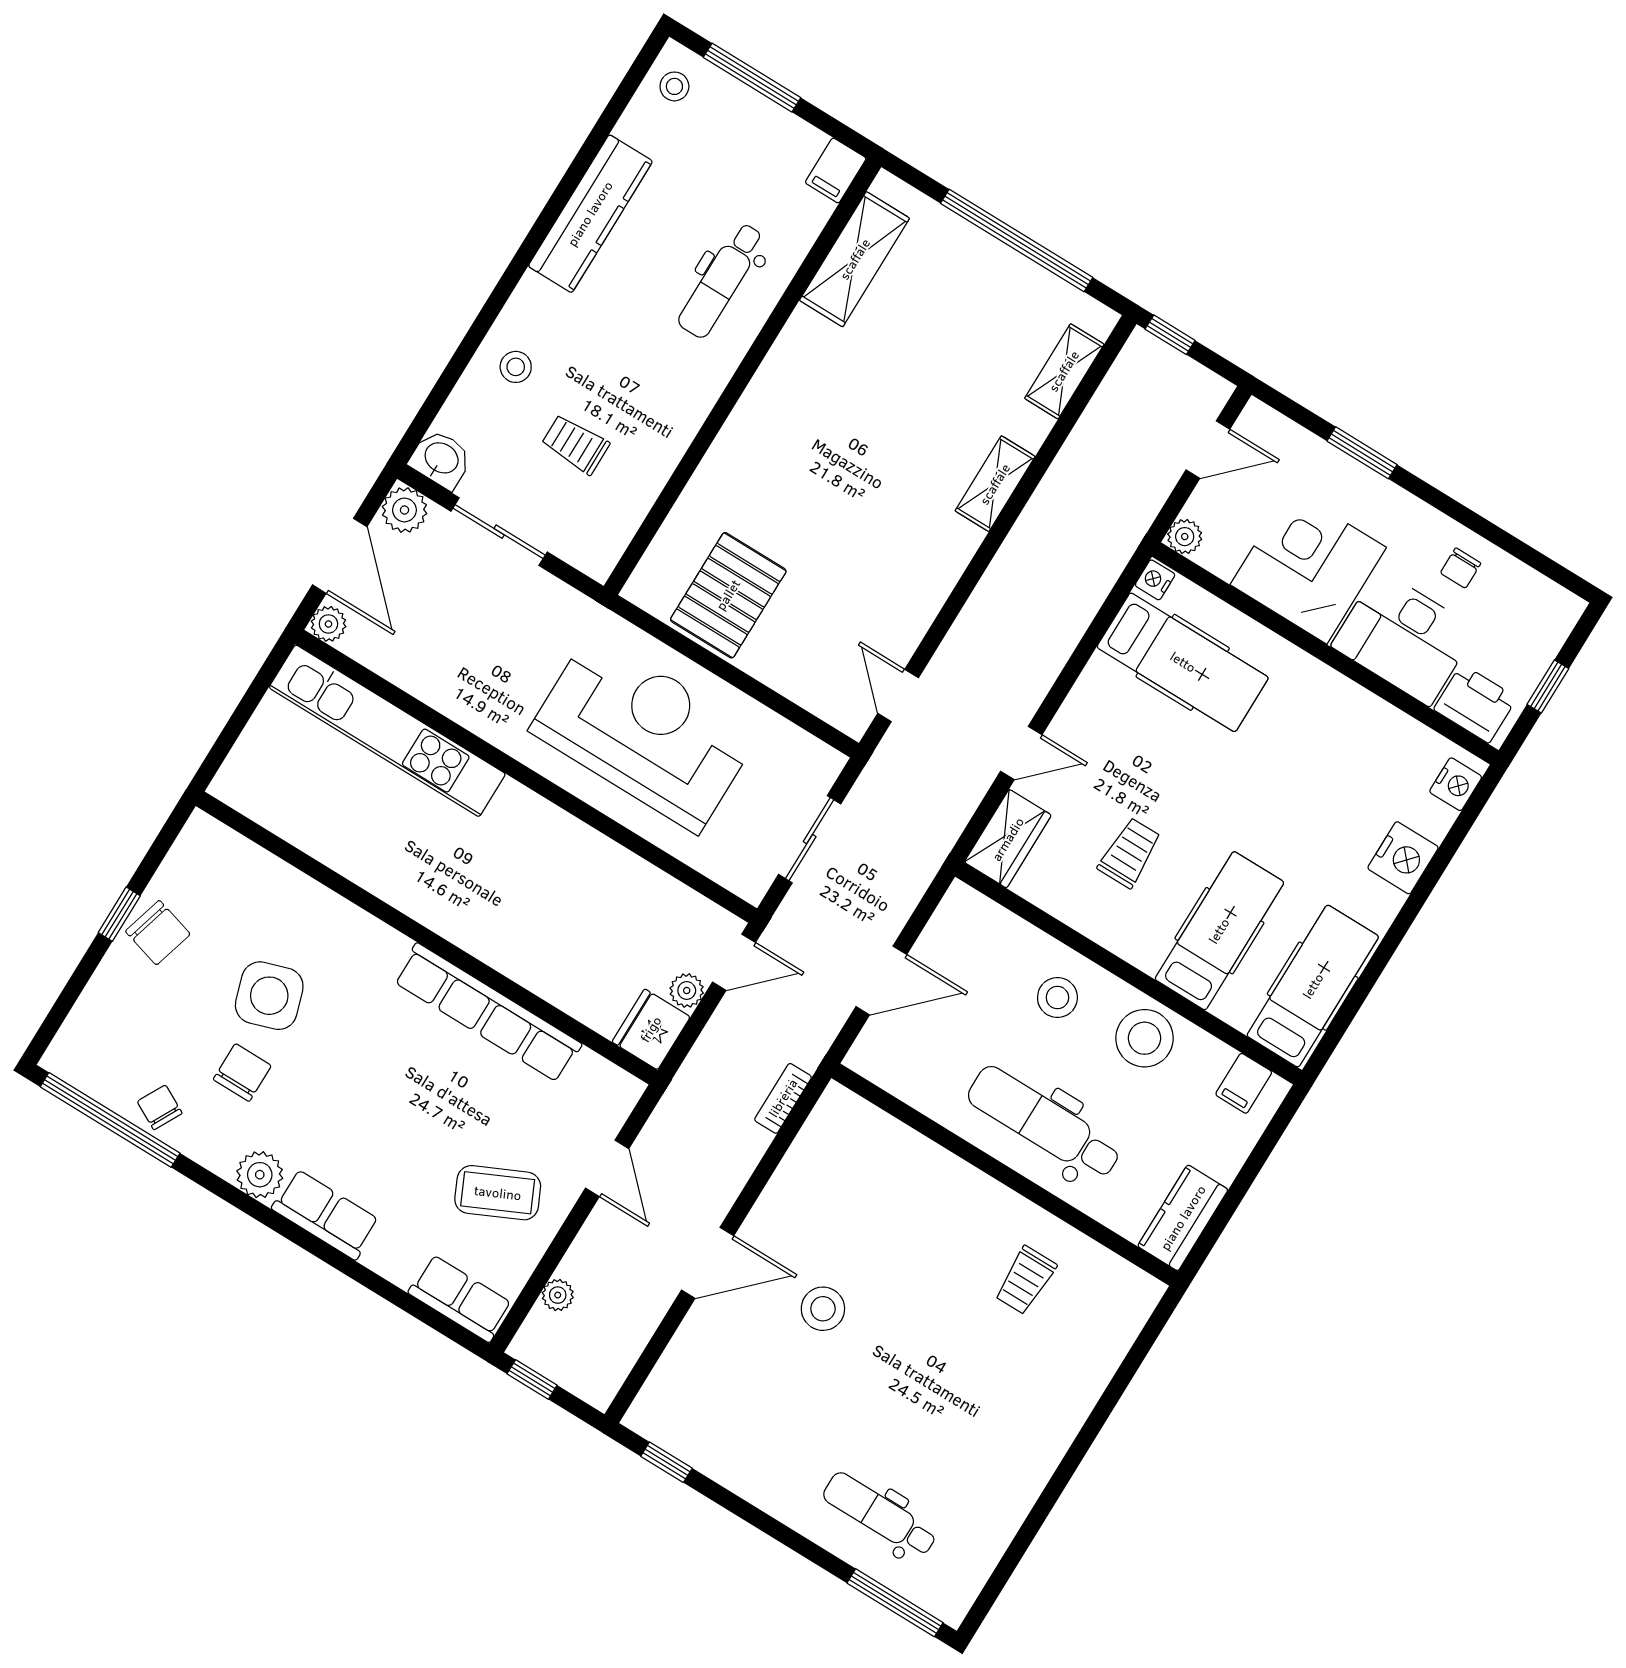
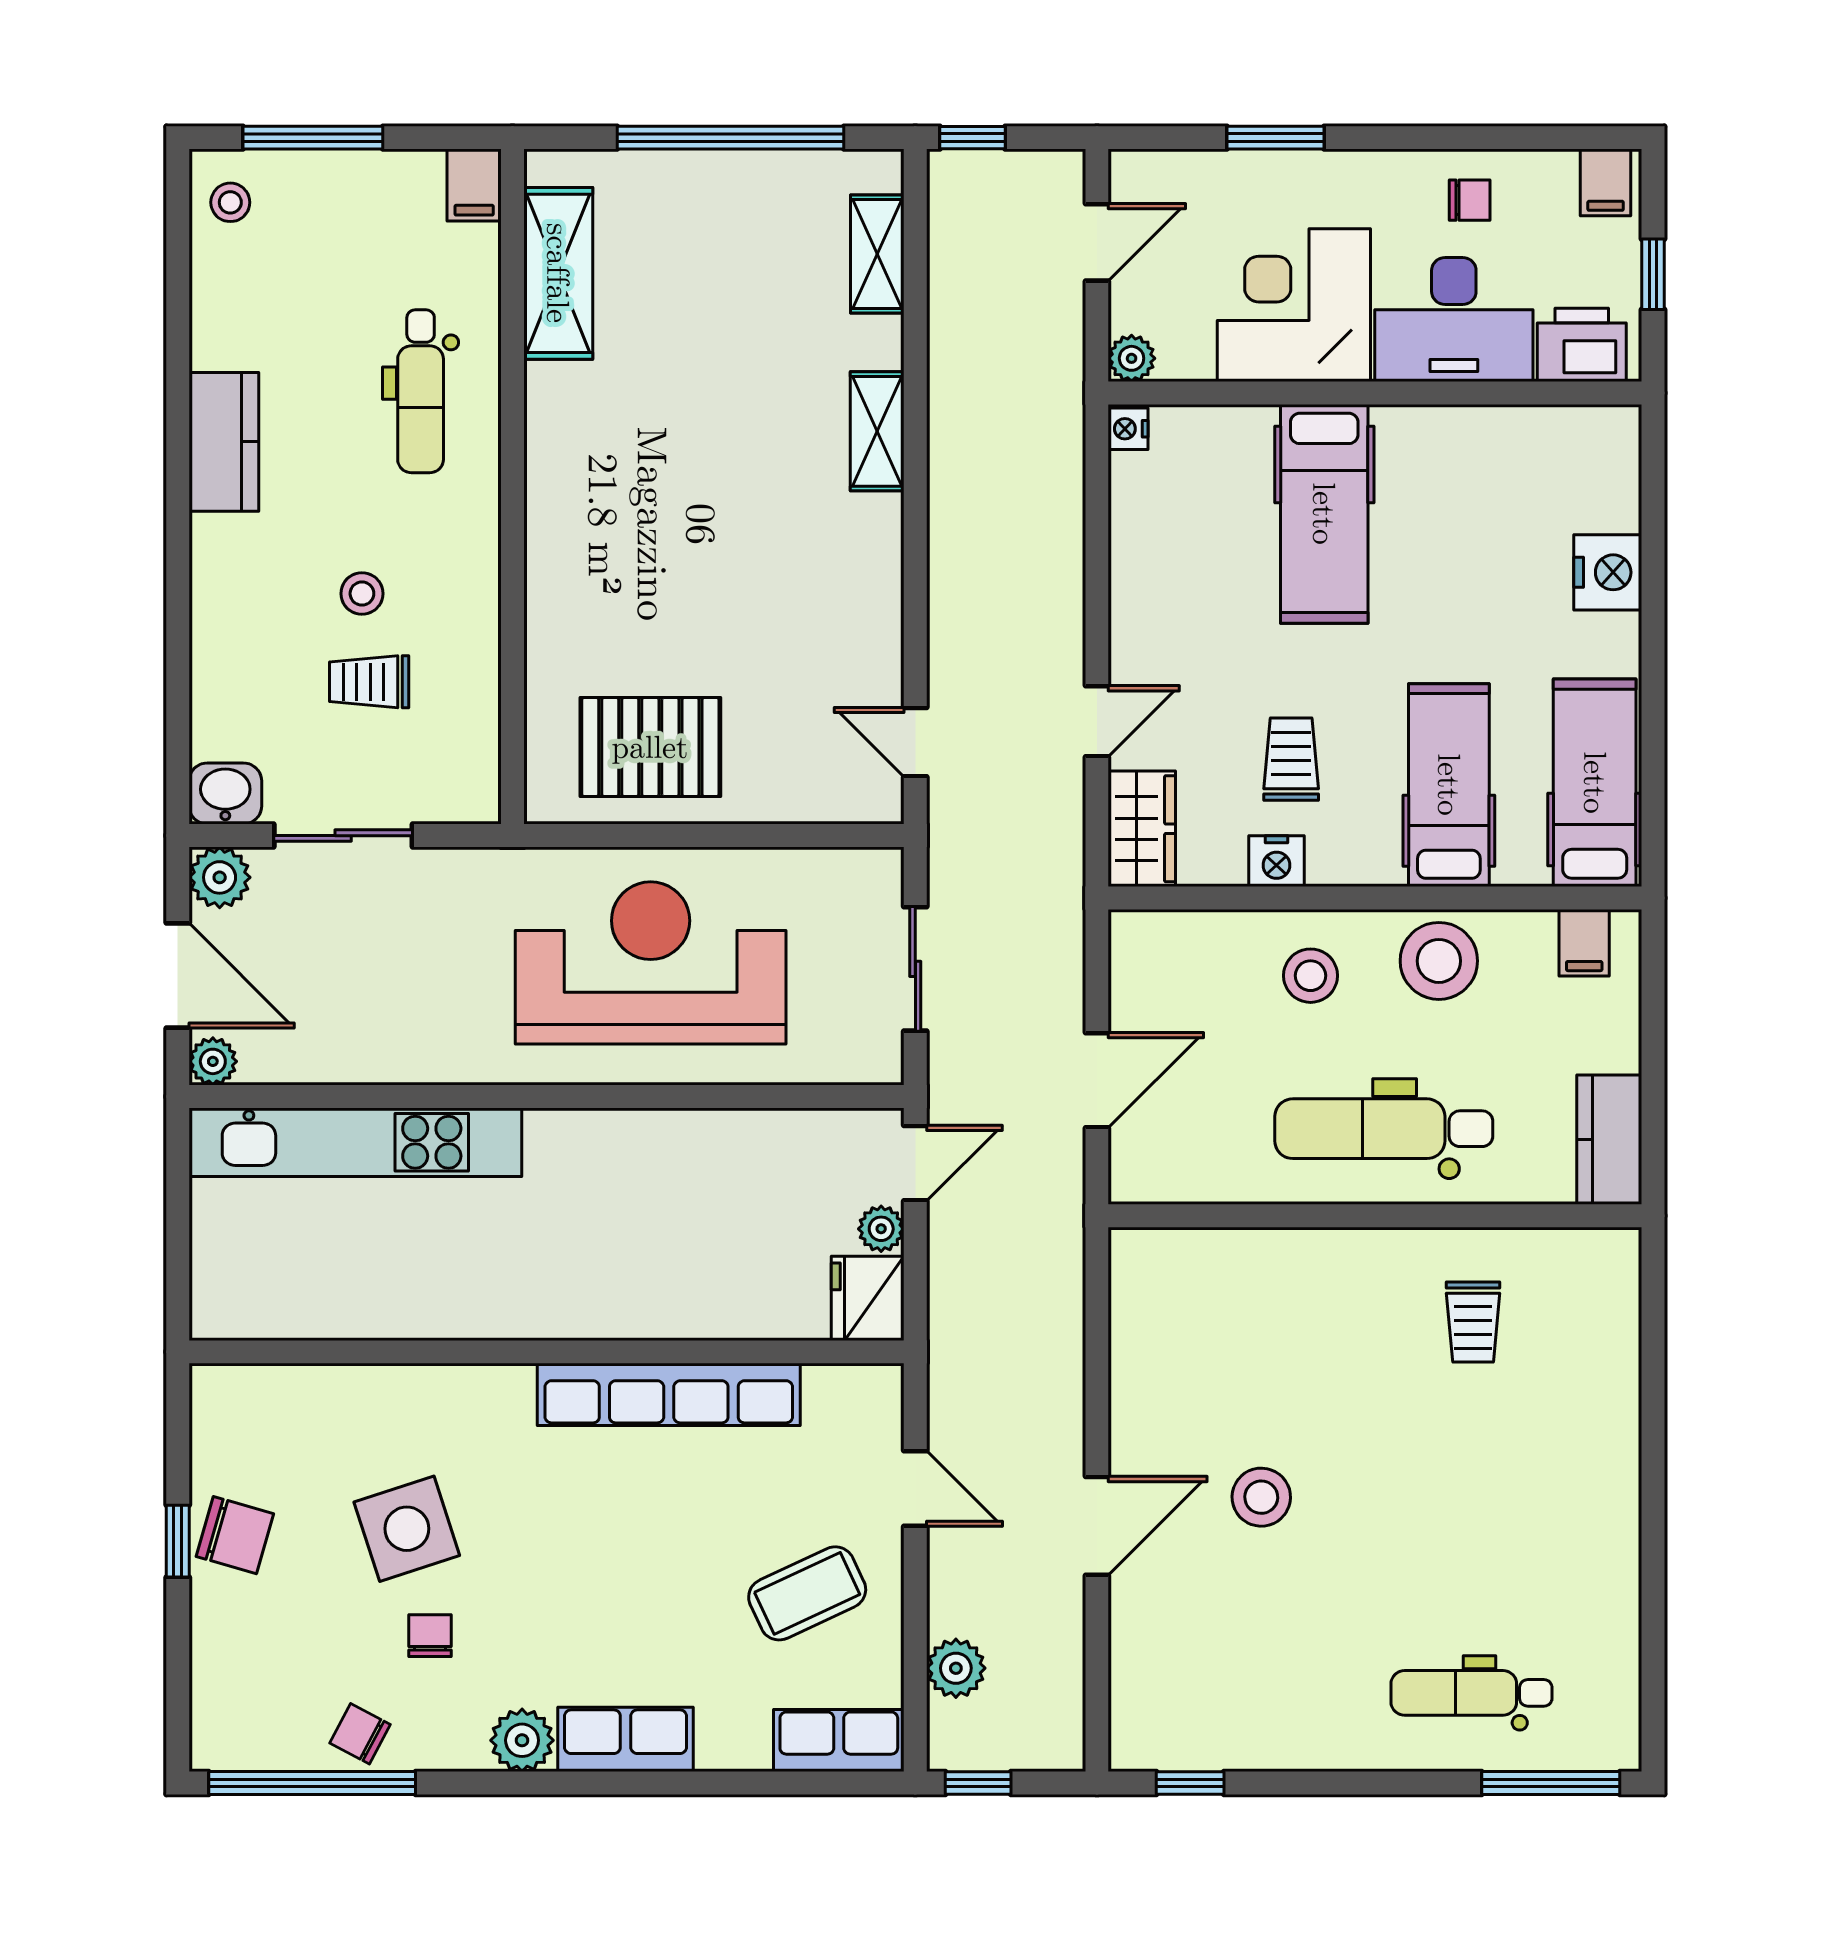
kitchen counter: (590, 214) -> (224, 442), width x0.67
stool: (516, 367) -> (362, 594), moved
chair: (1461, 568) -> (1470, 200), turned -90
pallet: (728, 595) -> (650, 747), turned 90
filing cabinet: (1554, 610) -> (1606, 182), added
hospital bed: (1183, 662) -> (1324, 514), moved, turned 90
nightstand: (1456, 784) -> (1277, 861), moved, turned 90
chair: (242, 1072) -> (430, 1636), width x0.73, depth x0.73
bookcase: (783, 1098) -> (1067, 1284), removed
plant: (558, 1295) -> (956, 1668), width x1.38, depth x1.38

